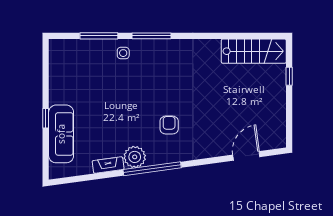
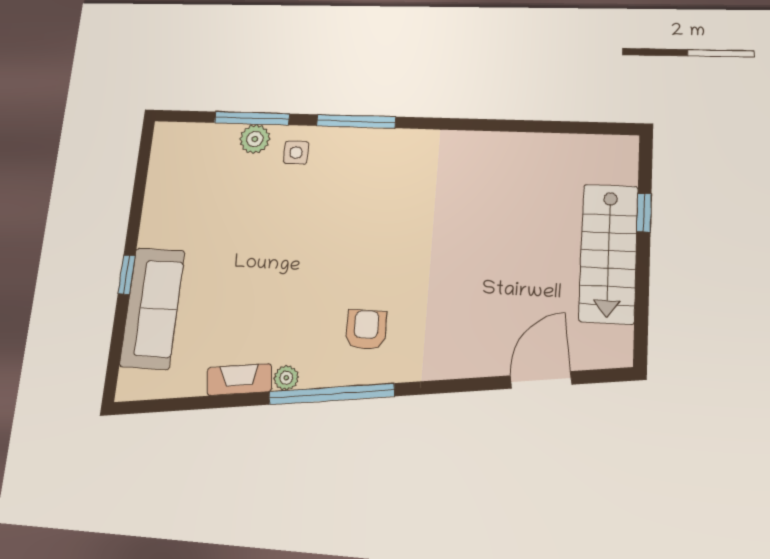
plant: (102, 47) -> (255, 139), added
stairs: (254, 51) -> (609, 253), moved, turned 90
armchair: (169, 125) -> (366, 330), moved
plant: (135, 157) -> (286, 378), width x0.53, depth x0.53

